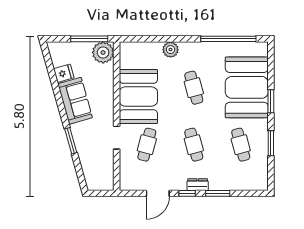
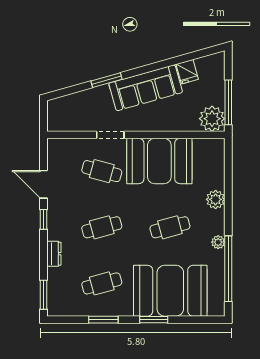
plant: (206, 47) -> (218, 242), added
sofa: (75, 101) -> (146, 88), width x1.36
dresser: (198, 185) -> (54, 254), moved
window: (218, 193) -> (43, 295), moved

